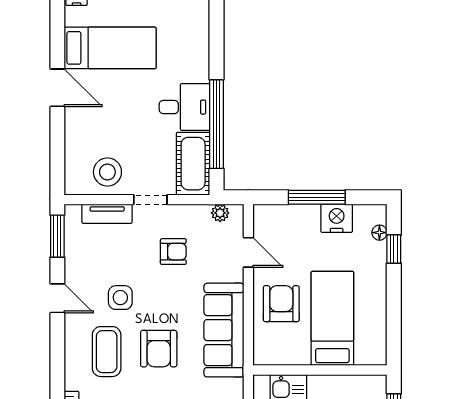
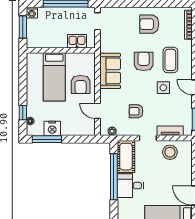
window: (317, 197) -> (47, 139), moved
sofa: (224, 330) -> (110, 71), width x0.73

